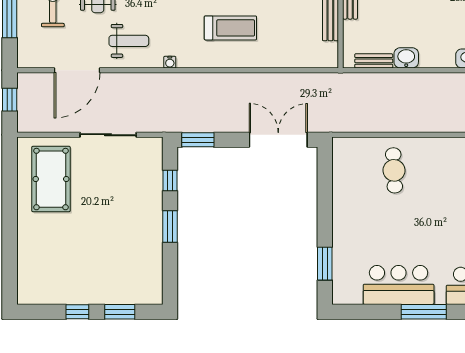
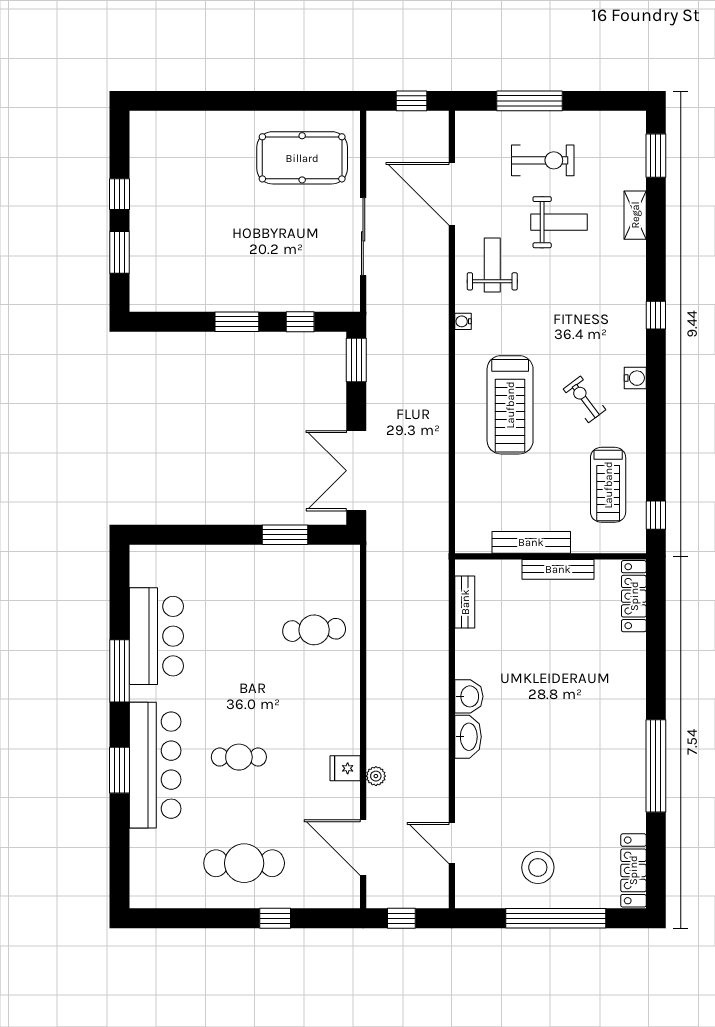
treadmill: (230, 28) -> (510, 405), width x1.37, depth x1.38
weight bench: (129, 41) -> (492, 265), turned 180
washbasin: (406, 58) -> (469, 696), moved
double door: (278, 140) -> (356, 471), swing flipped
window: (325, 264) -> (285, 535), moved

